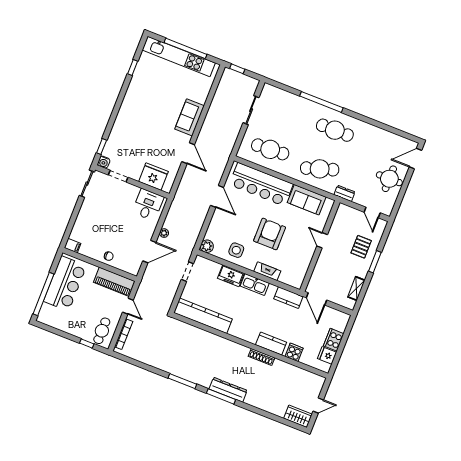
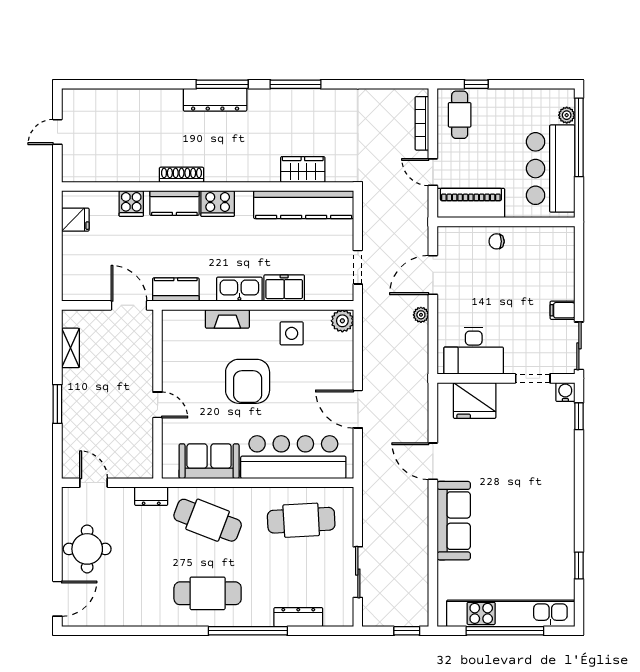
dresser: (292, 99) -> (298, 617), added
sofa: (190, 117) -> (454, 521), width x1.36
cafe table: (320, 169) -> (208, 520), turned 39
desk: (148, 205) -> (474, 351), width x1.37
filing cabinet: (73, 246) -> (562, 310), moved
pallet: (361, 247) -> (89, 419), removed
plant: (45, 308) -> (567, 115), added
cooker: (334, 340) -> (218, 204), moved, turned 90
wardrobe: (298, 416) -> (303, 169), moved, turned 180

